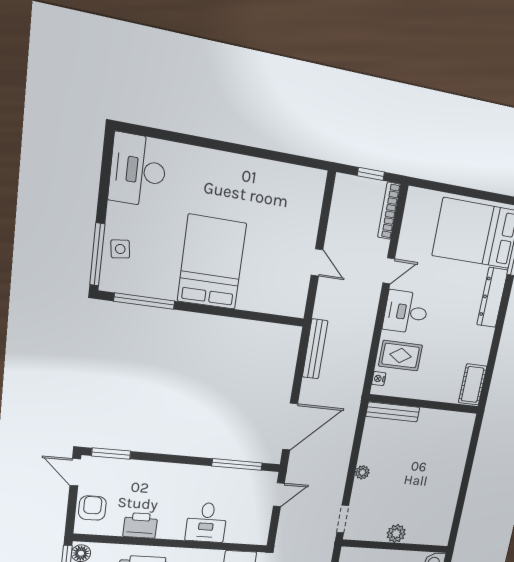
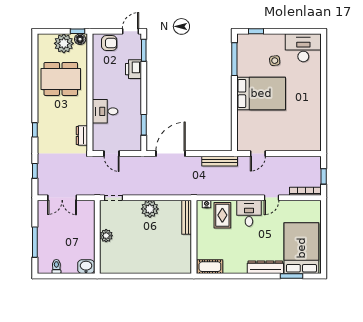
side table: (120, 249) -> (275, 61), moved
window: (97, 254) -> (256, 31), width x0.46
door: (317, 263) -> (258, 154), moved
door: (389, 271) -> (272, 198), hinge flipped
door: (290, 427) -> (171, 154), swing flipped
window: (237, 464) -> (144, 125), width x0.69
plant: (362, 472) -> (150, 209), width x1.88, depth x1.88
door: (279, 495) -> (112, 154), moved
printer: (140, 525) -> (133, 69), moved, turned 180

